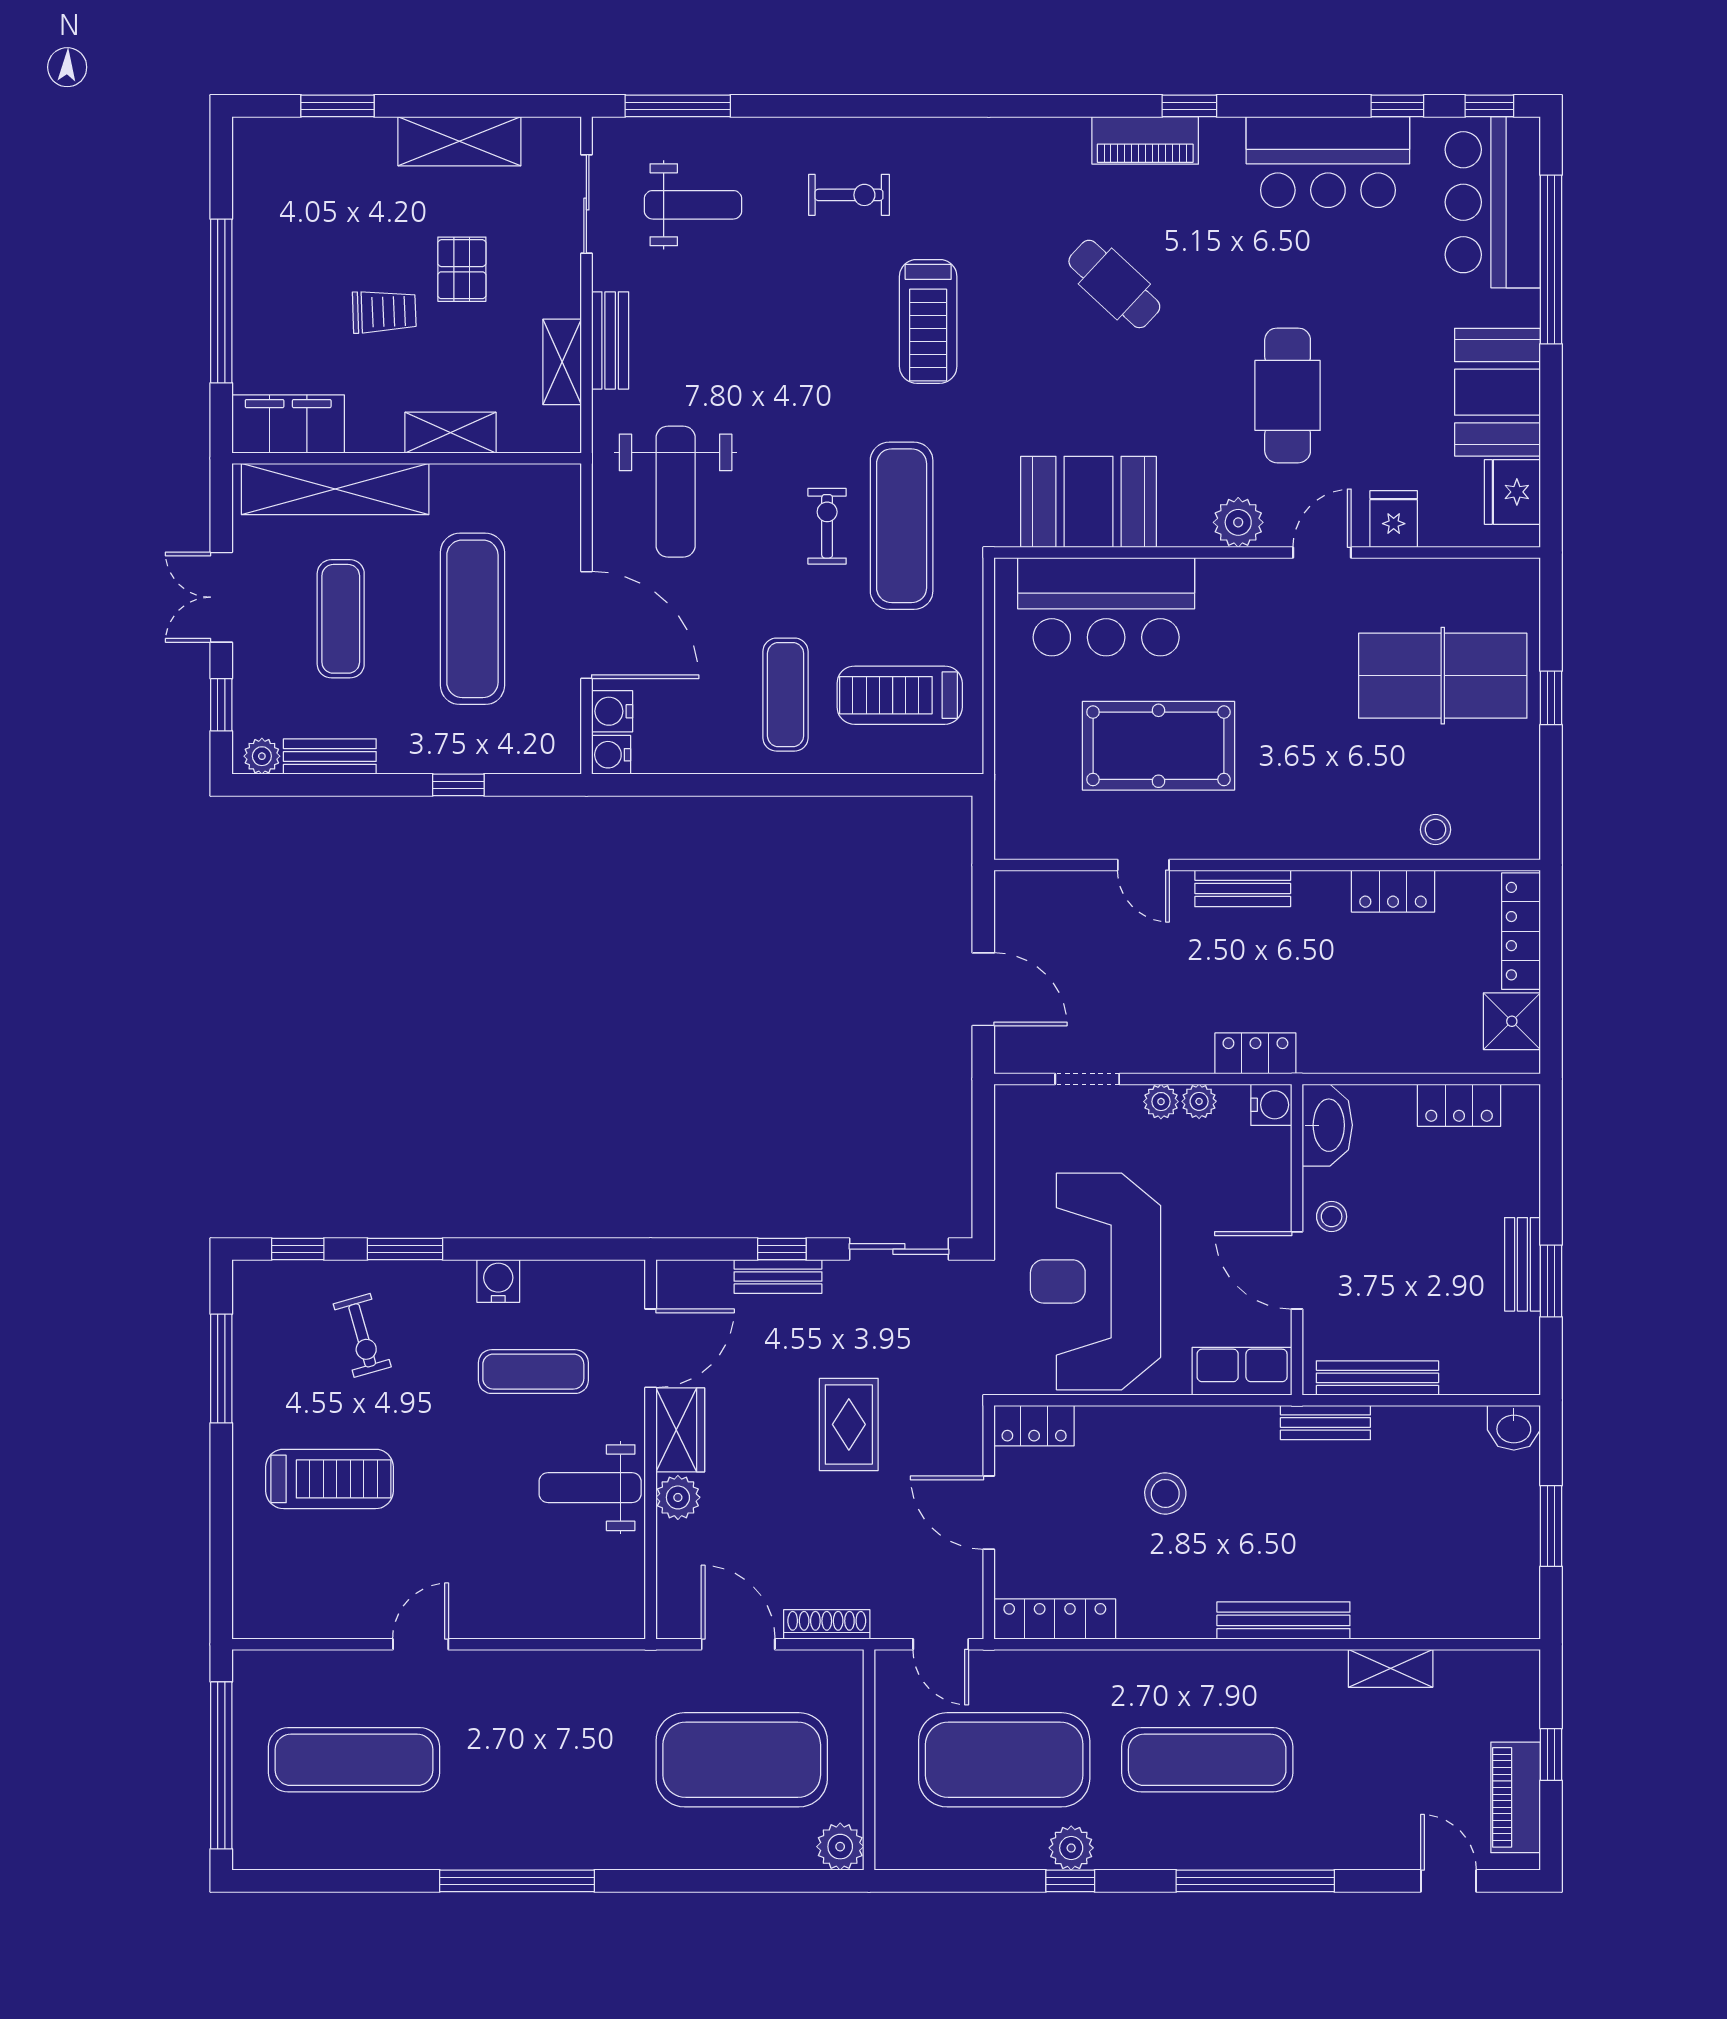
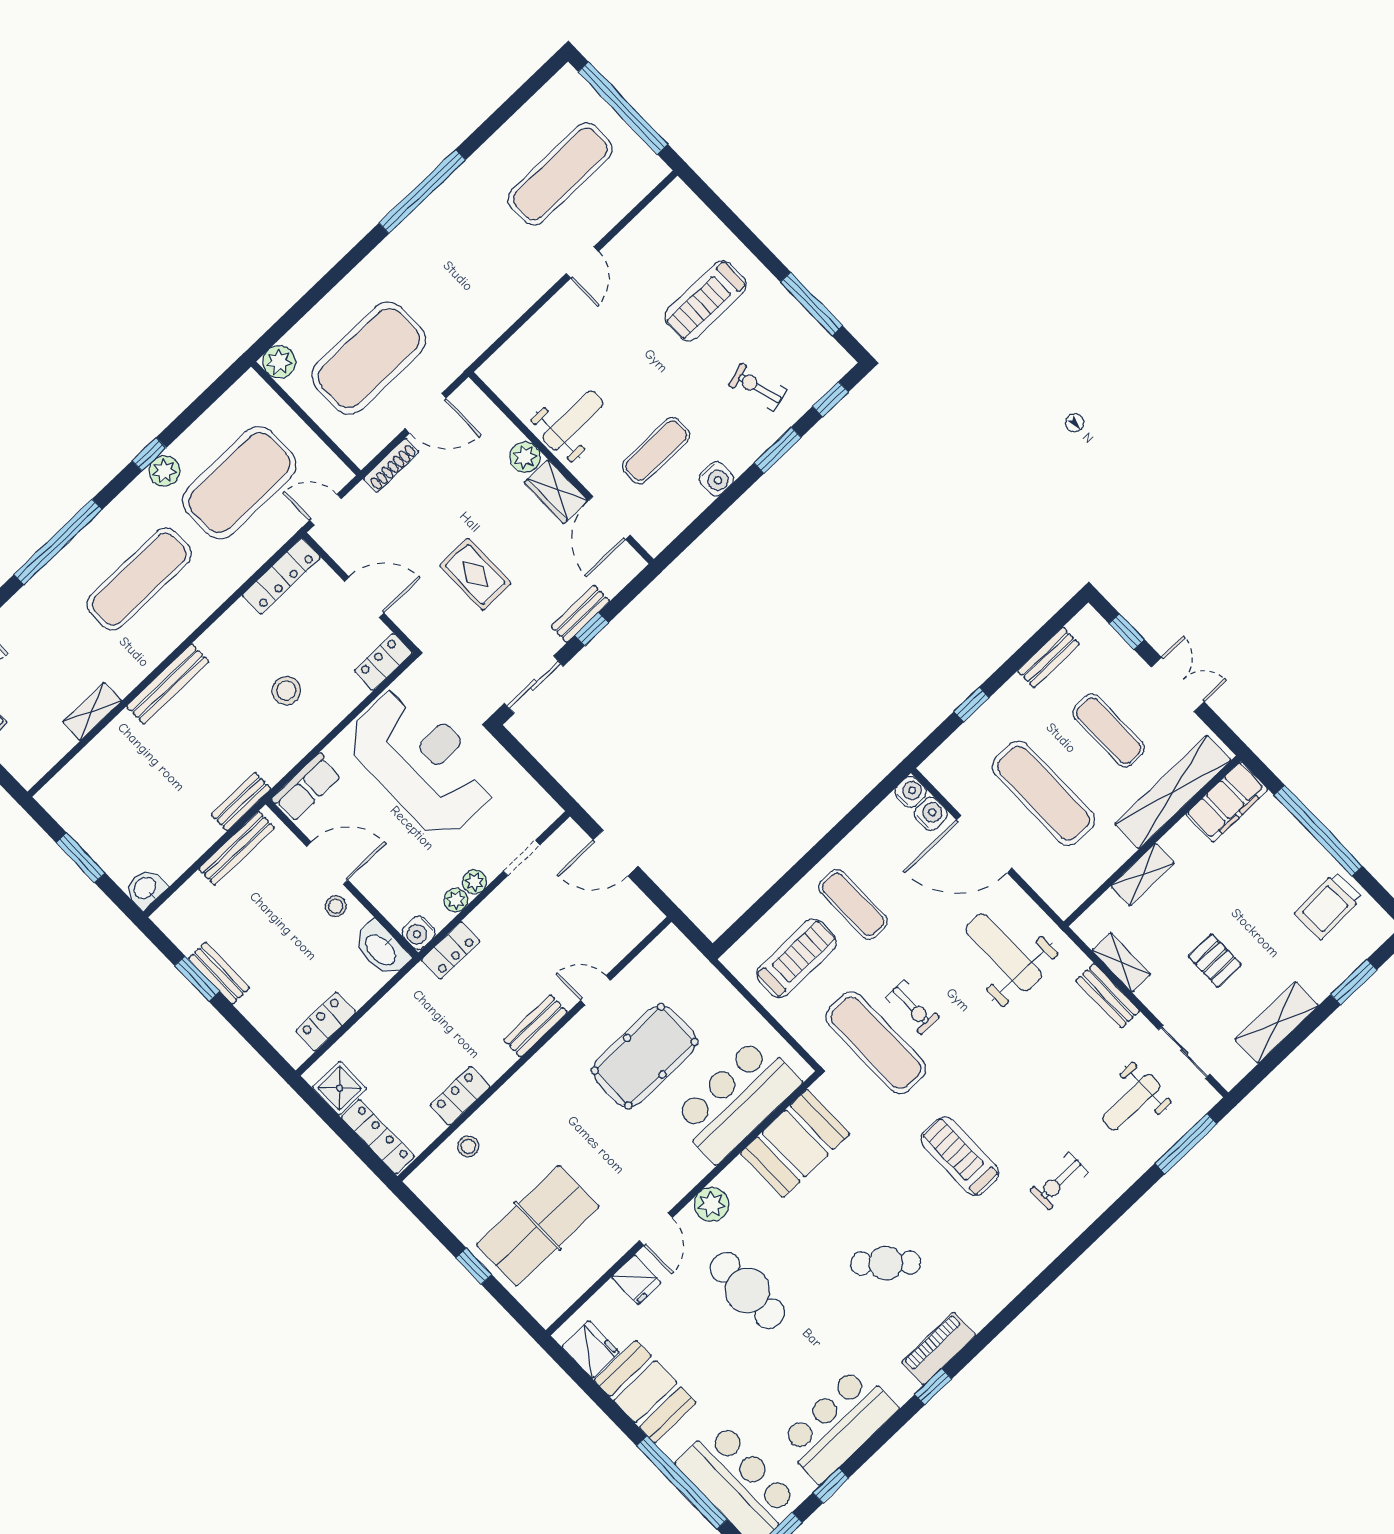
trolley: (384, 312) -> (1328, 906), moved, width x1.36, depth x1.39
plant: (262, 756) -> (1082, 625), removed

